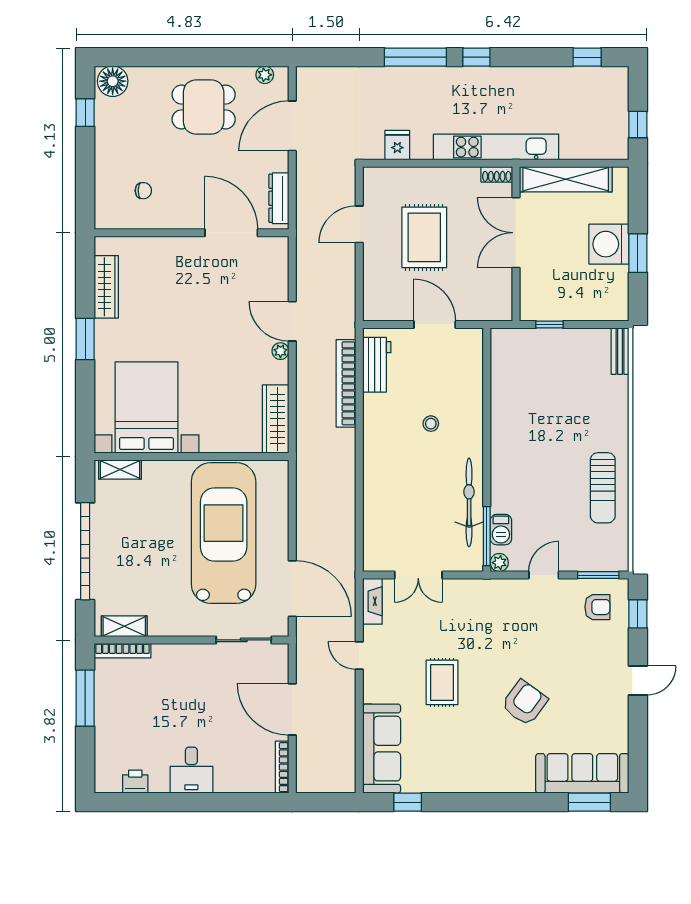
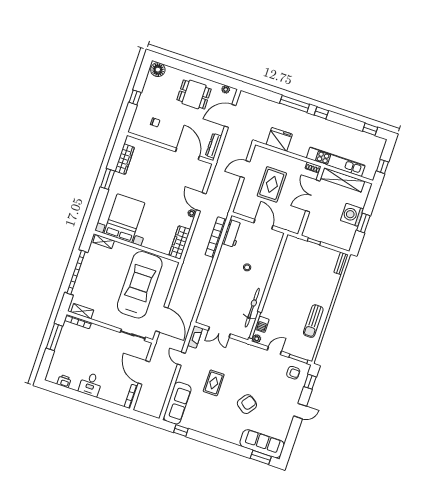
window: (85, 113) -> (135, 97), moved
fridge: (397, 145) -> (279, 139), width x1.88, depth x1.34
kitchen unit: (496, 147) -> (336, 162), moved

